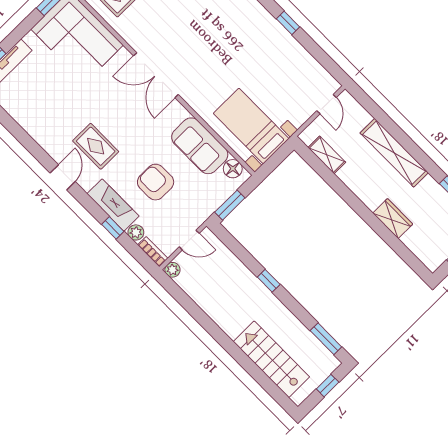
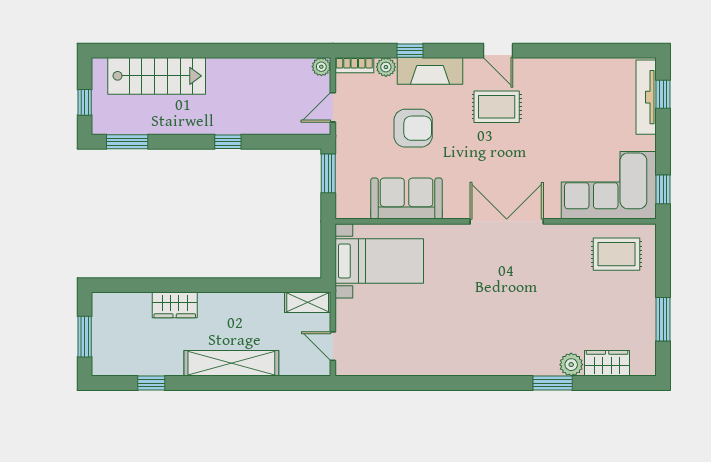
window: (288, 23) -> (438, 383), removed
shelving: (327, 155) -> (308, 302), moved
floor lamp: (233, 169) -> (358, 208), removed

